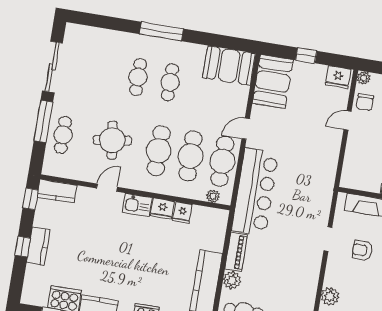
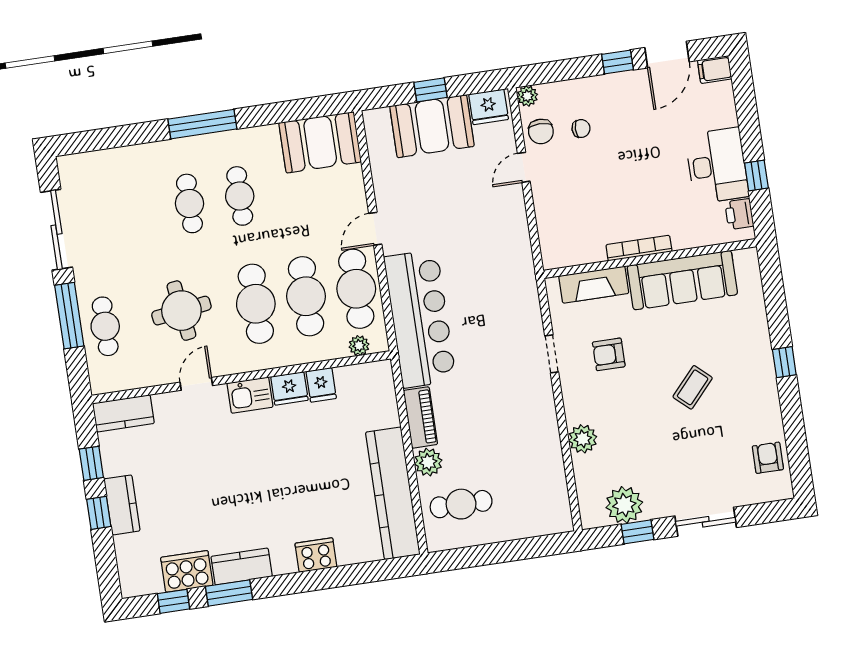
booth: (273, 81) -> (432, 126), moved, turned 90
window: (31, 199) -> (91, 463), moved

